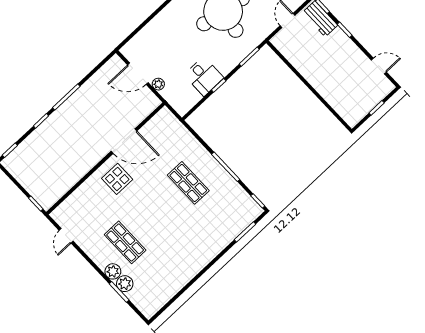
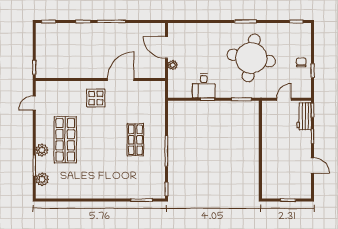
door: (379, 66) -> (313, 165), moved
door: (124, 141) -> (121, 79), swing flipped
shop shelf: (125, 242) -> (65, 140), width x1.43, depth x1.36
plant: (125, 284) -> (42, 179), moved

